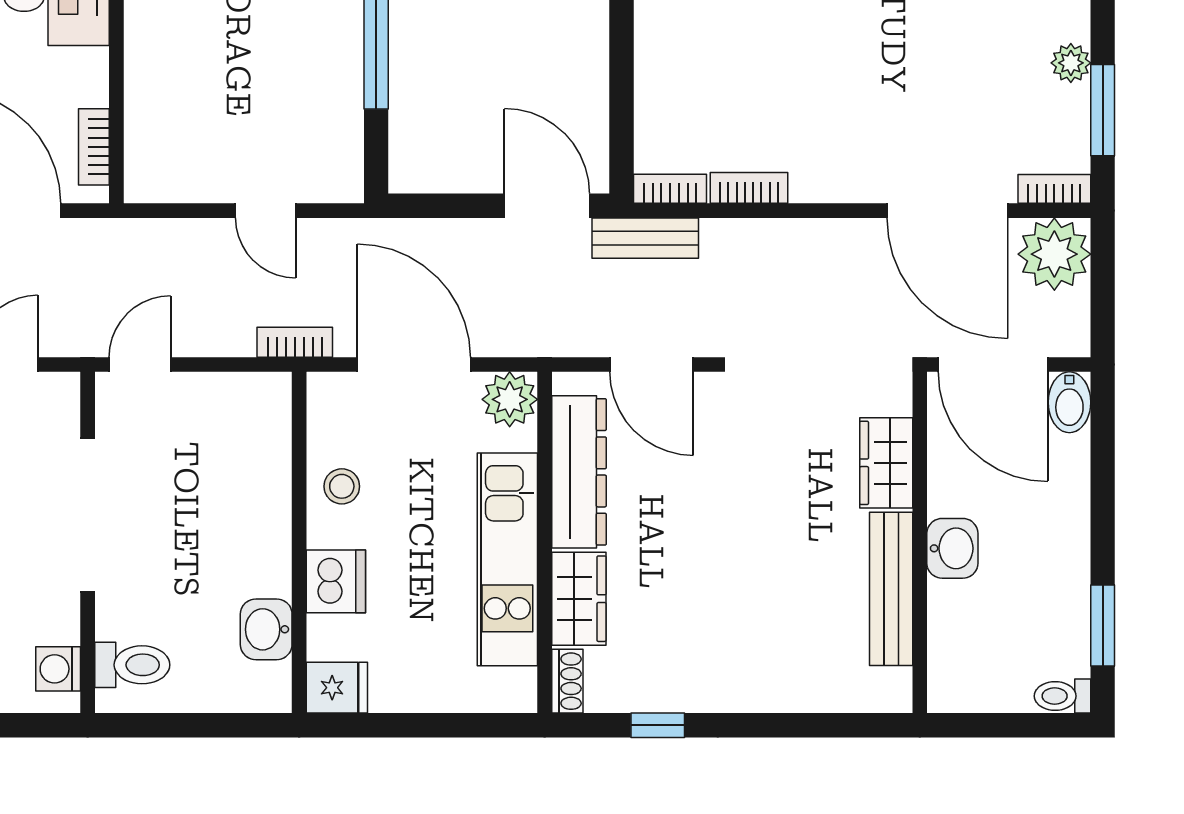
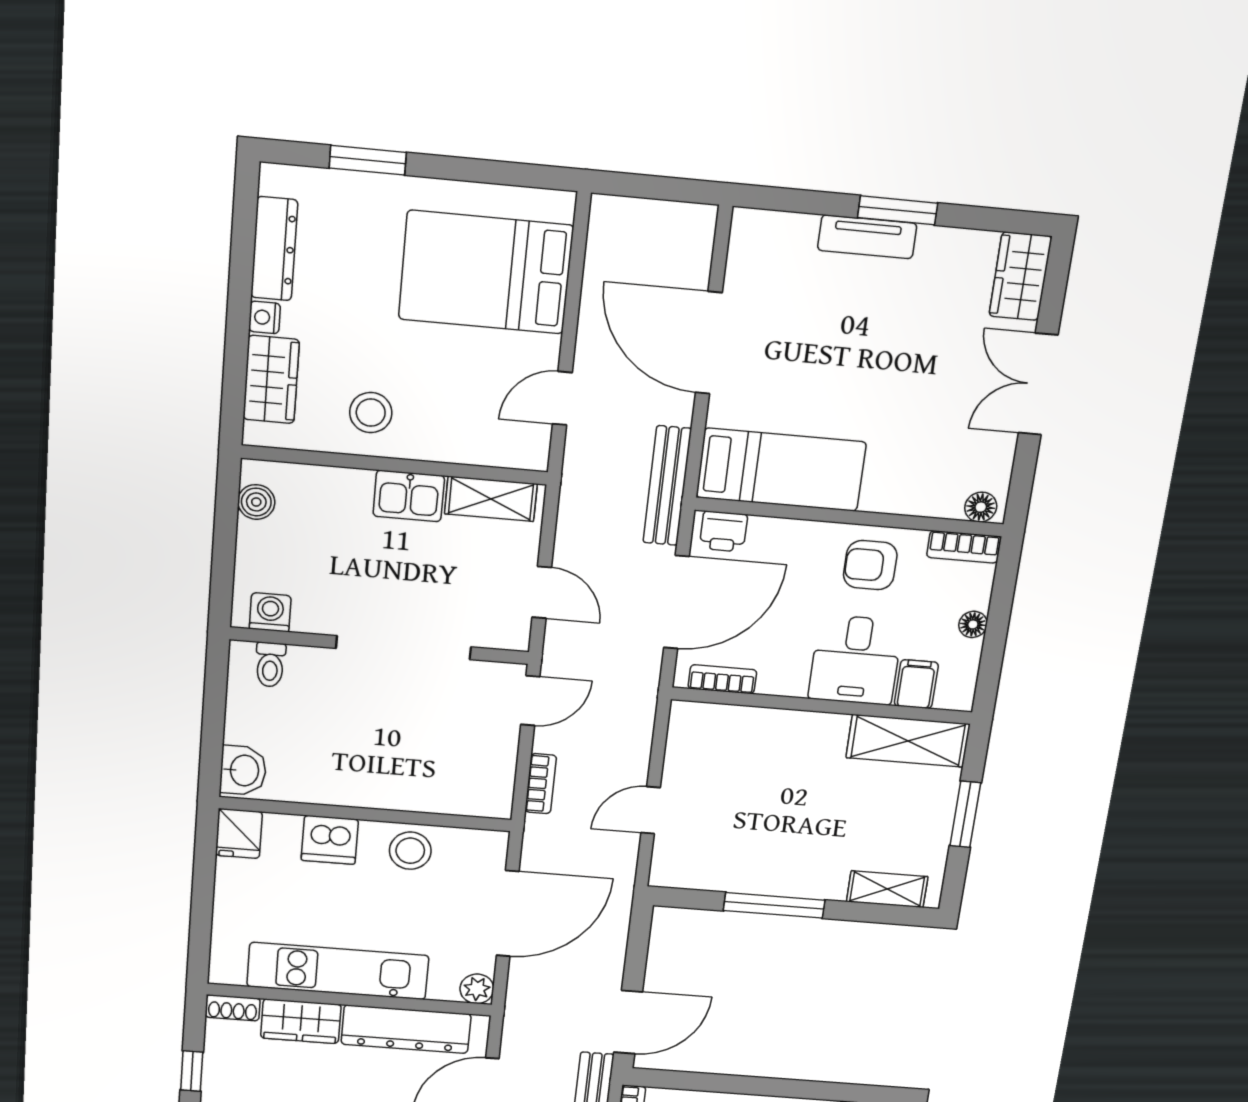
bookcase: (295, 342) -> (541, 784), moved
door: (140, 364) -> (530, 701), hinge flipped
plant: (510, 399) -> (477, 989), width x0.73, depth x0.73
stool: (342, 486) -> (410, 851), width x1.37, depth x1.37
washbasin: (266, 629) -> (243, 770), moved, turned 90
toilet: (132, 665) -> (270, 665), width x0.73, depth x0.72

